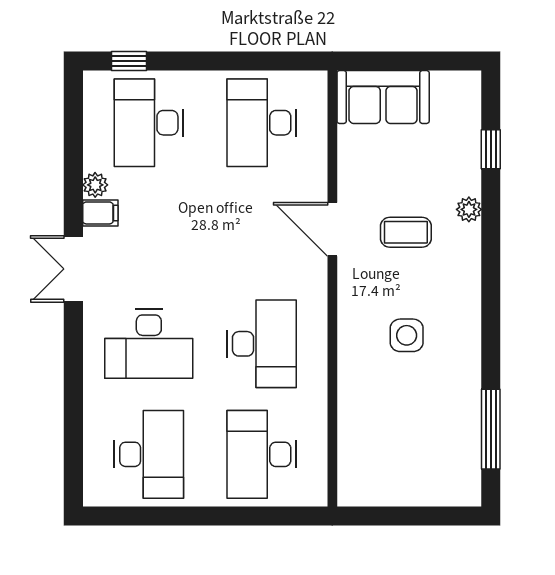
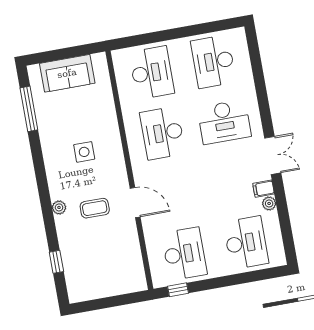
window: (129, 61) -> (178, 290), moved
sofa: (383, 97) -> (67, 73), moved, turned 180
plant: (469, 209) -> (59, 207), moved
desk: (149, 344) -> (224, 122), turned 180

